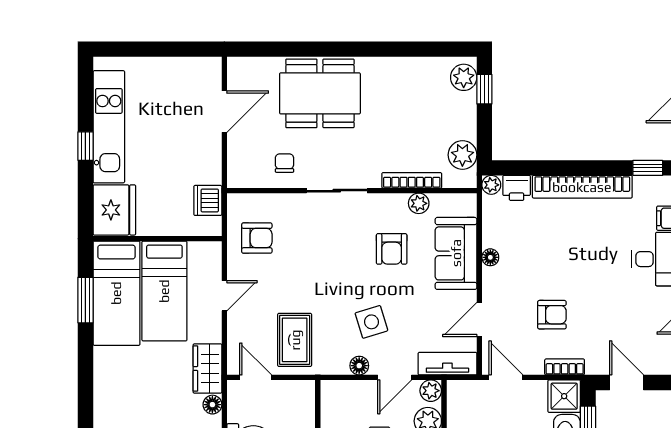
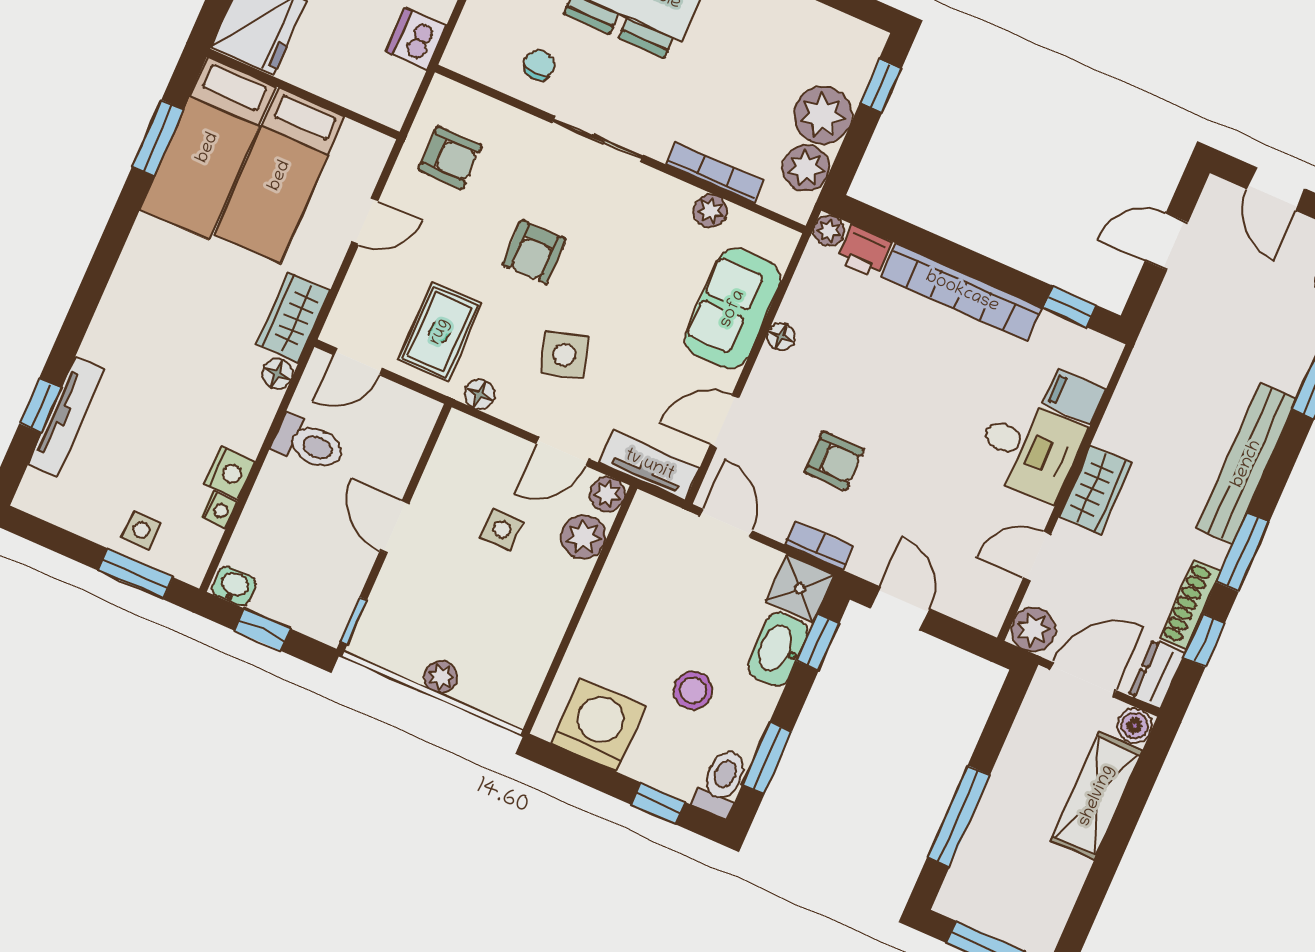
plant: (464, 77) -> (823, 115), moved, width x1.36, depth x1.36
dishwasher: (208, 200) -> (416, 39), moved
armchair: (392, 249) -> (534, 252), moved
floor lamp: (359, 366) -> (480, 394), moved
door: (256, 377) -> (358, 362), swing flipped

